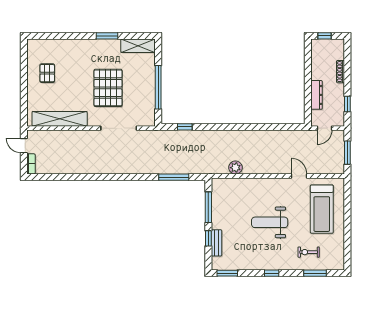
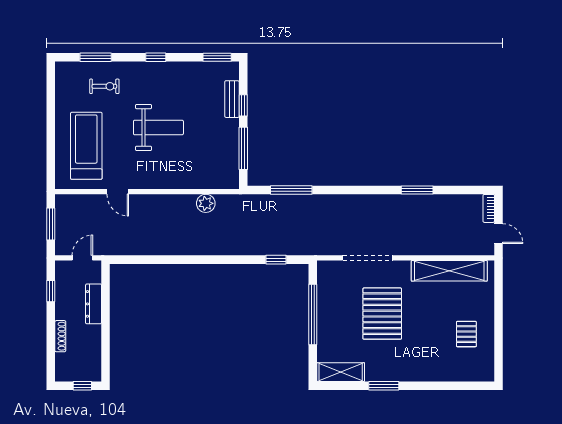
window: (83, 177) -> (417, 190), added

